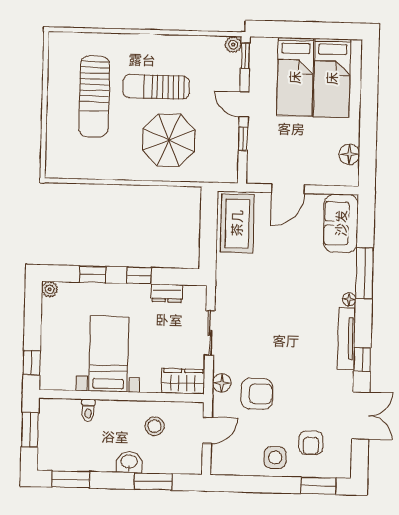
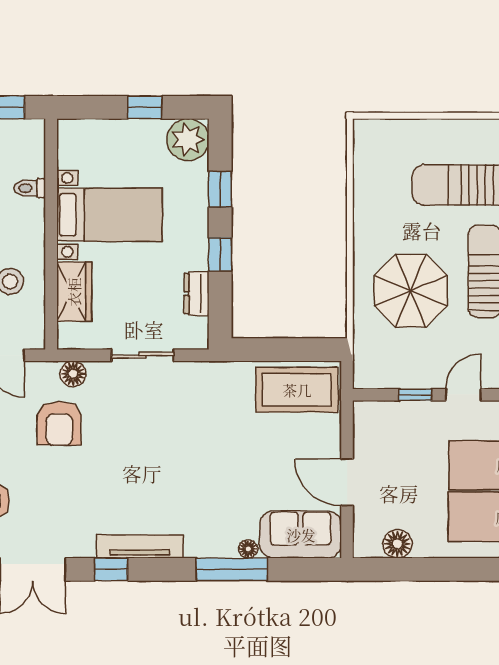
door: (288, 189) -> (347, 482), moved
plant: (50, 289) -> (188, 140), width x1.88, depth x1.88
floor lamp: (349, 299) -> (248, 549), moved
window: (32, 363) -> (145, 107), moved
wardrobe: (183, 381) -> (74, 292), moved

